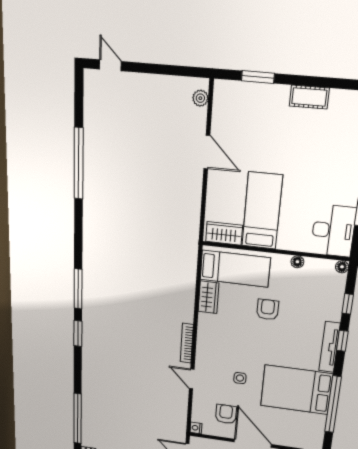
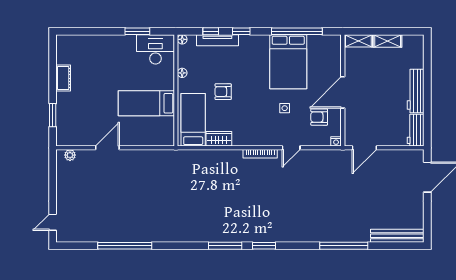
wardrobe: (224, 233) -> (166, 130), removed
tv unit: (330, 347) -> (217, 40), moved

